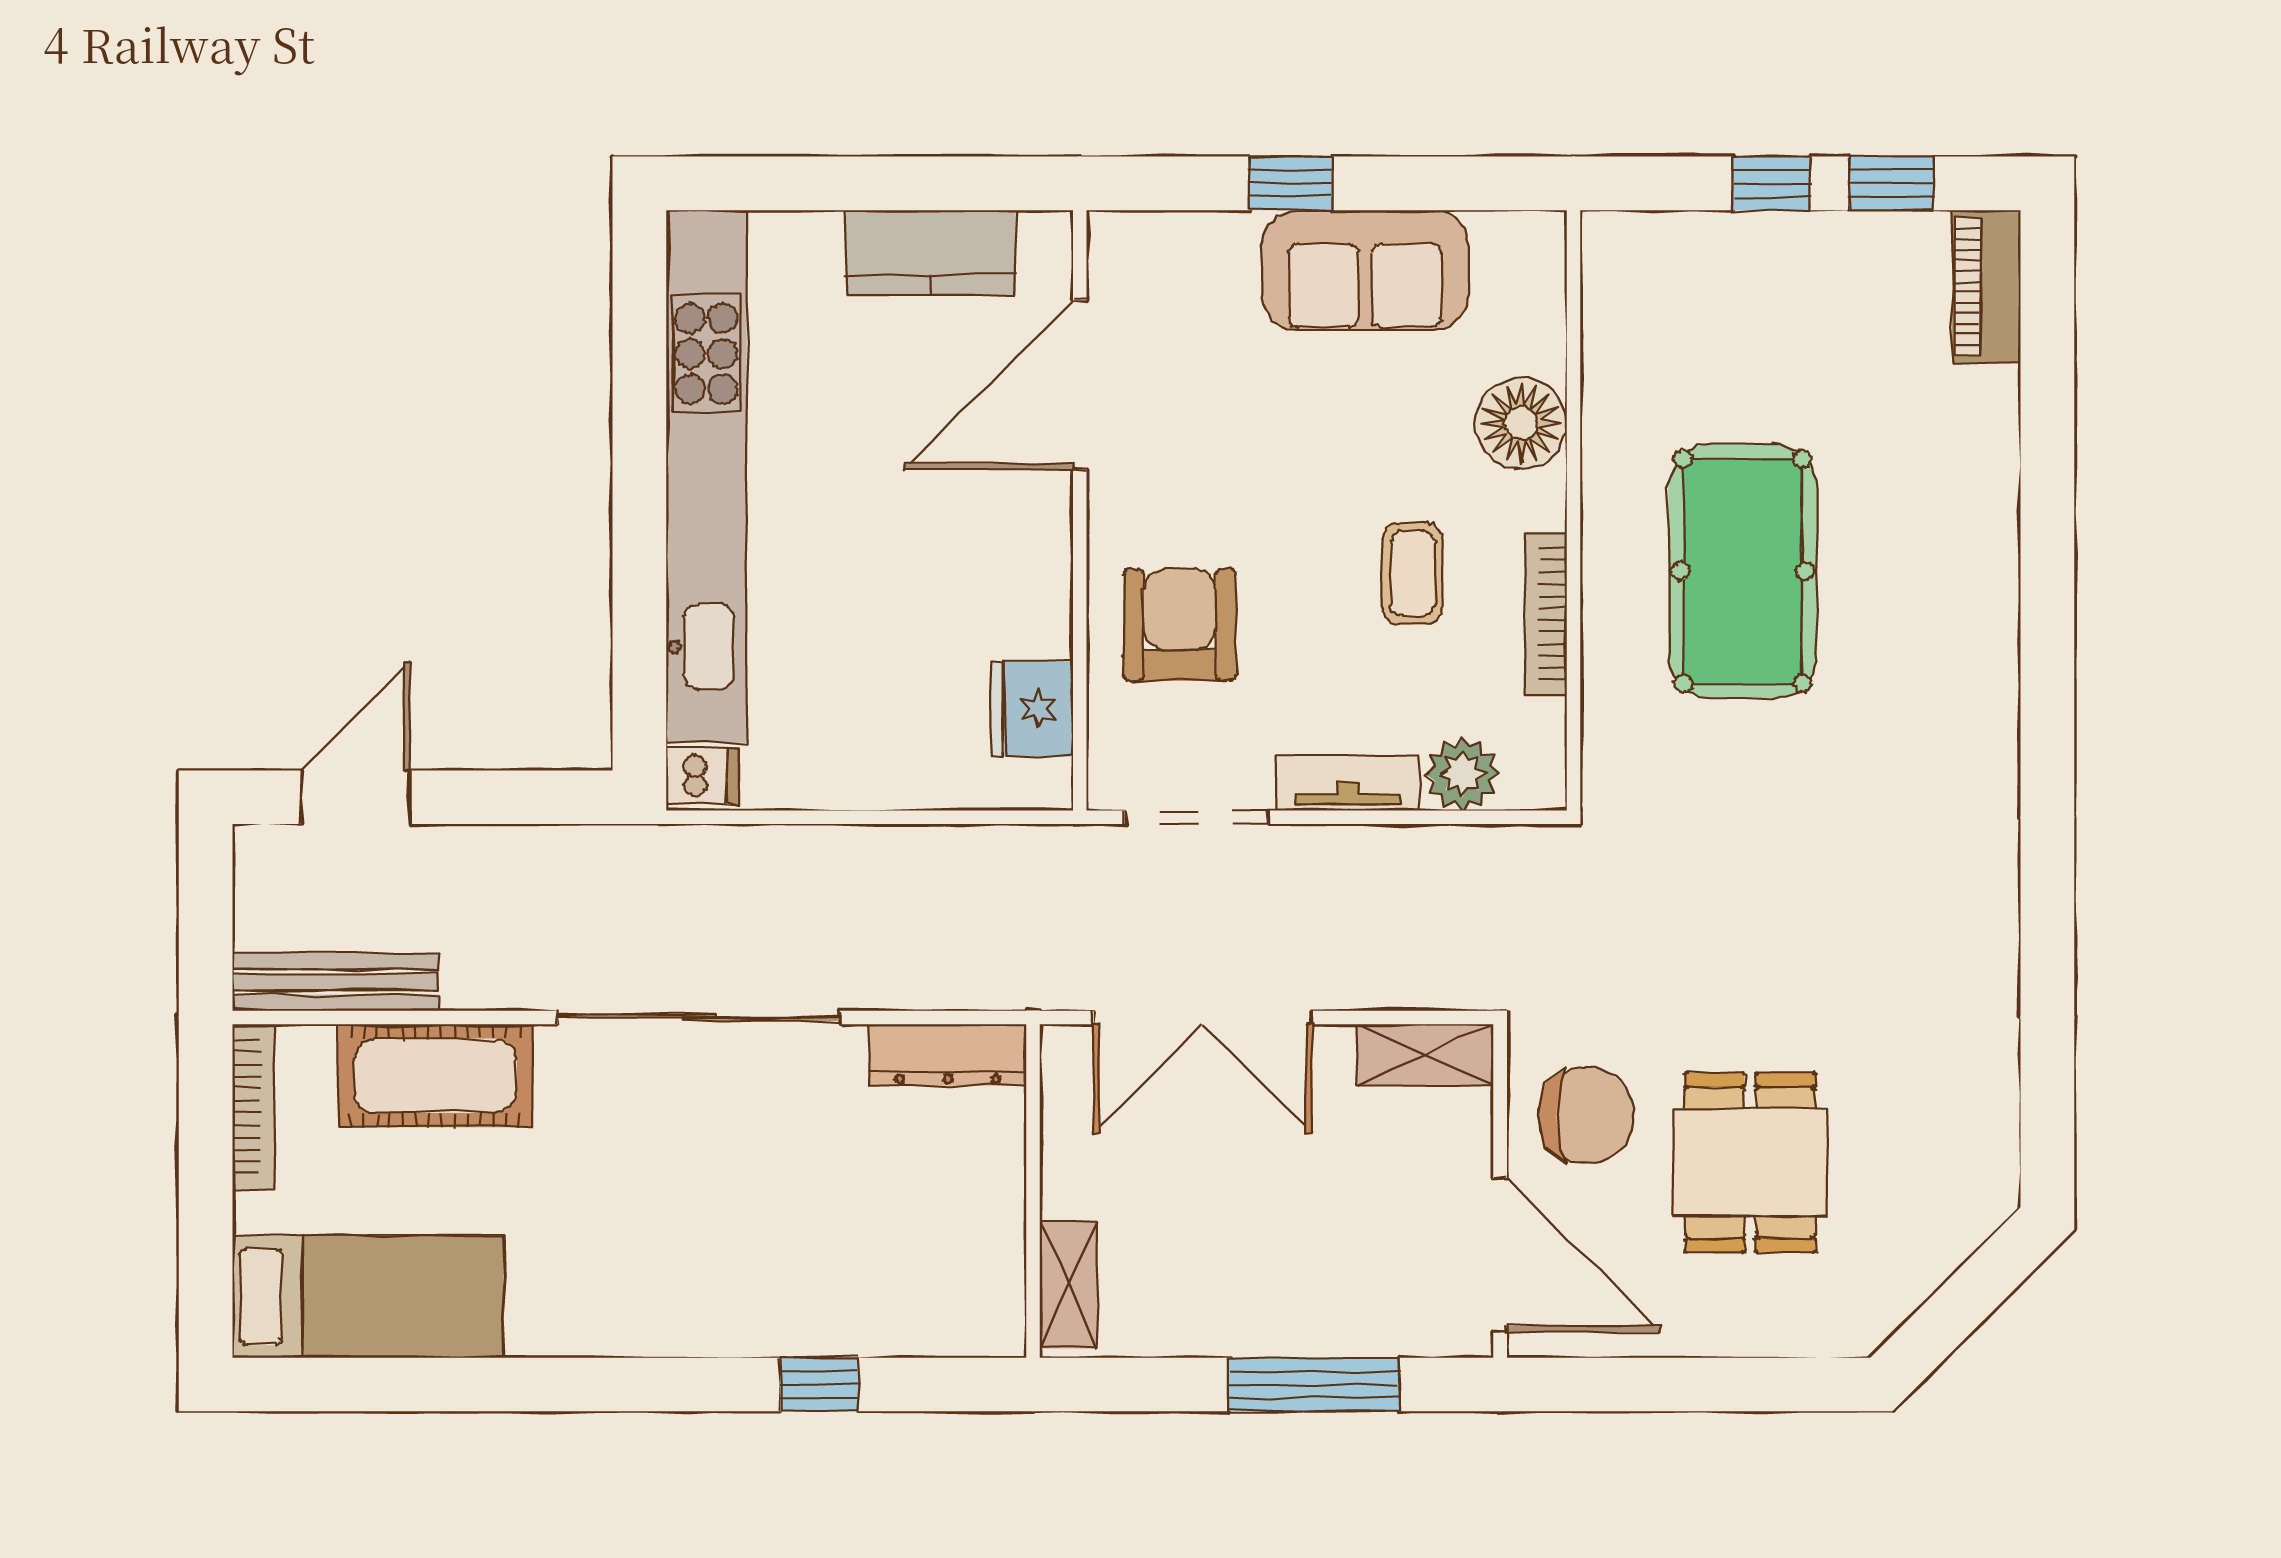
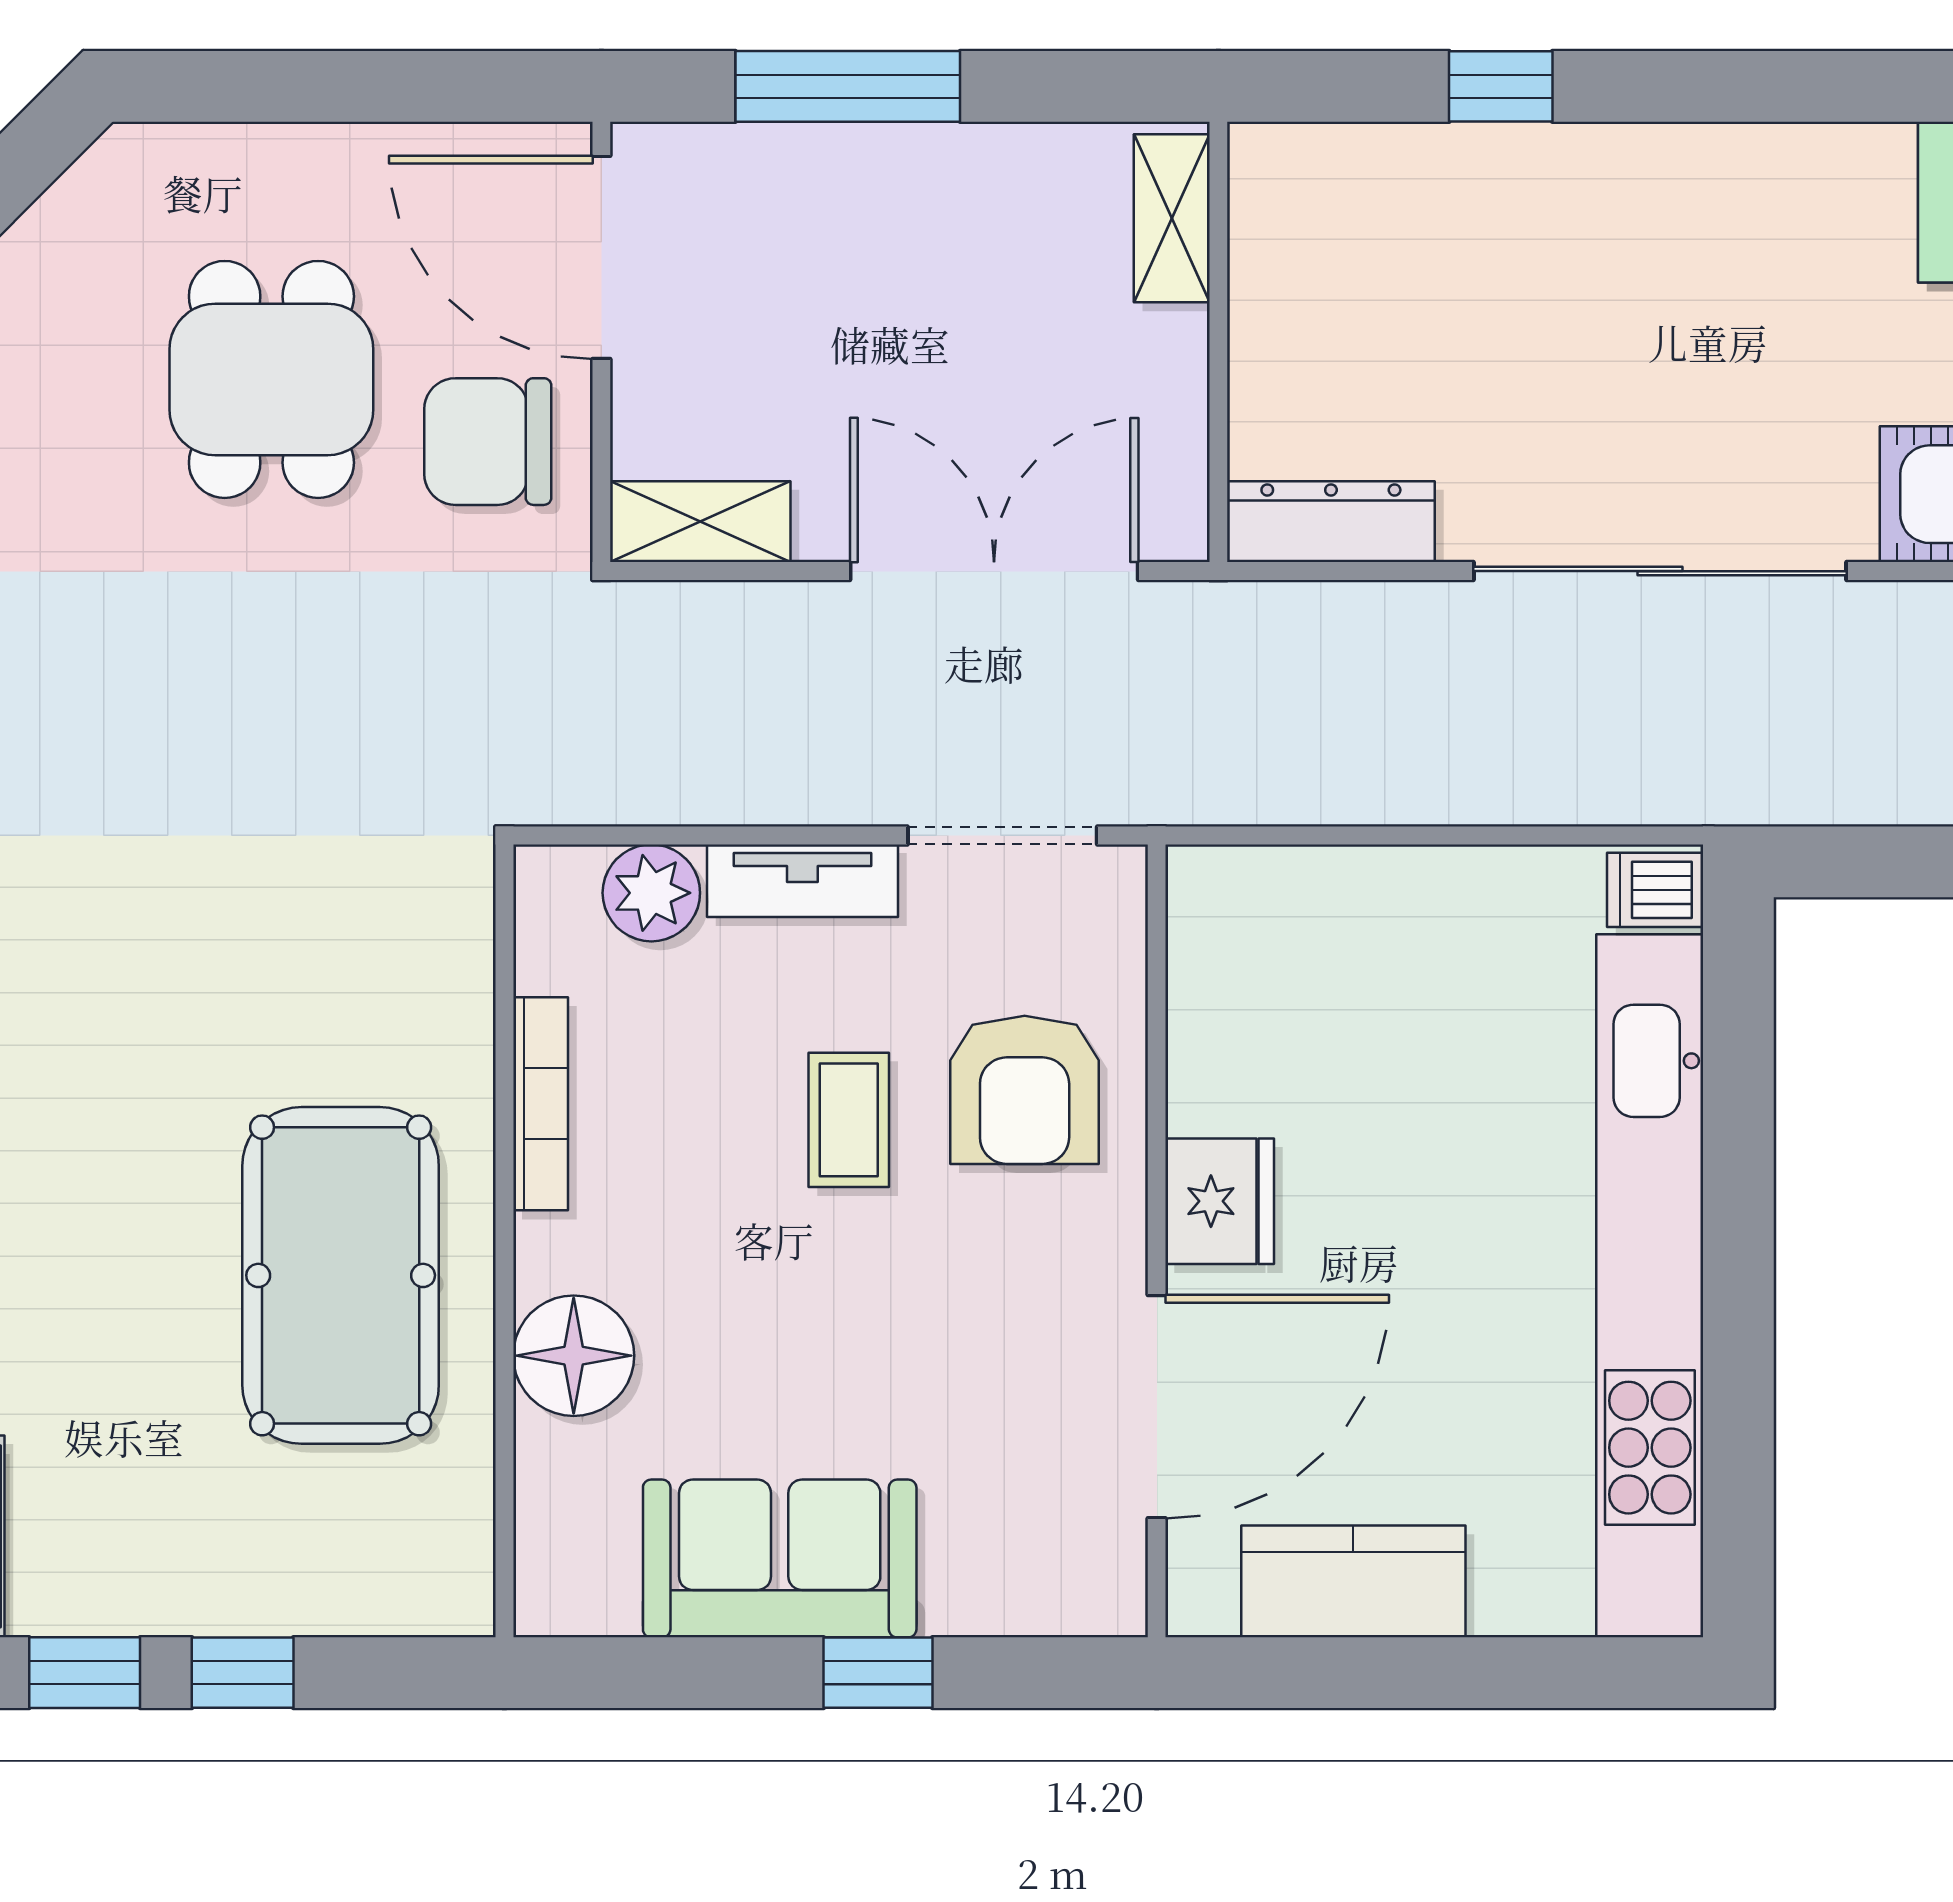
pool table: (1743, 571) -> (341, 1275), moved
coffee table: (1412, 574) -> (849, 1120), moved
fridge: (1032, 709) -> (1220, 1201), moved

